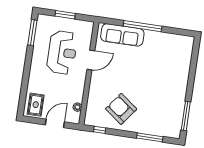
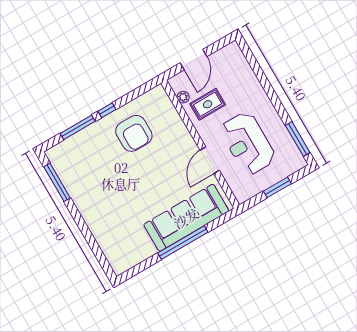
sofa: (122, 35) -> (186, 218), width x1.36, depth x1.27
rug: (36, 105) -> (208, 104), moved, turned 90
armchair: (121, 109) -> (134, 133), turned 53
window: (100, 130) -> (107, 110), moved

